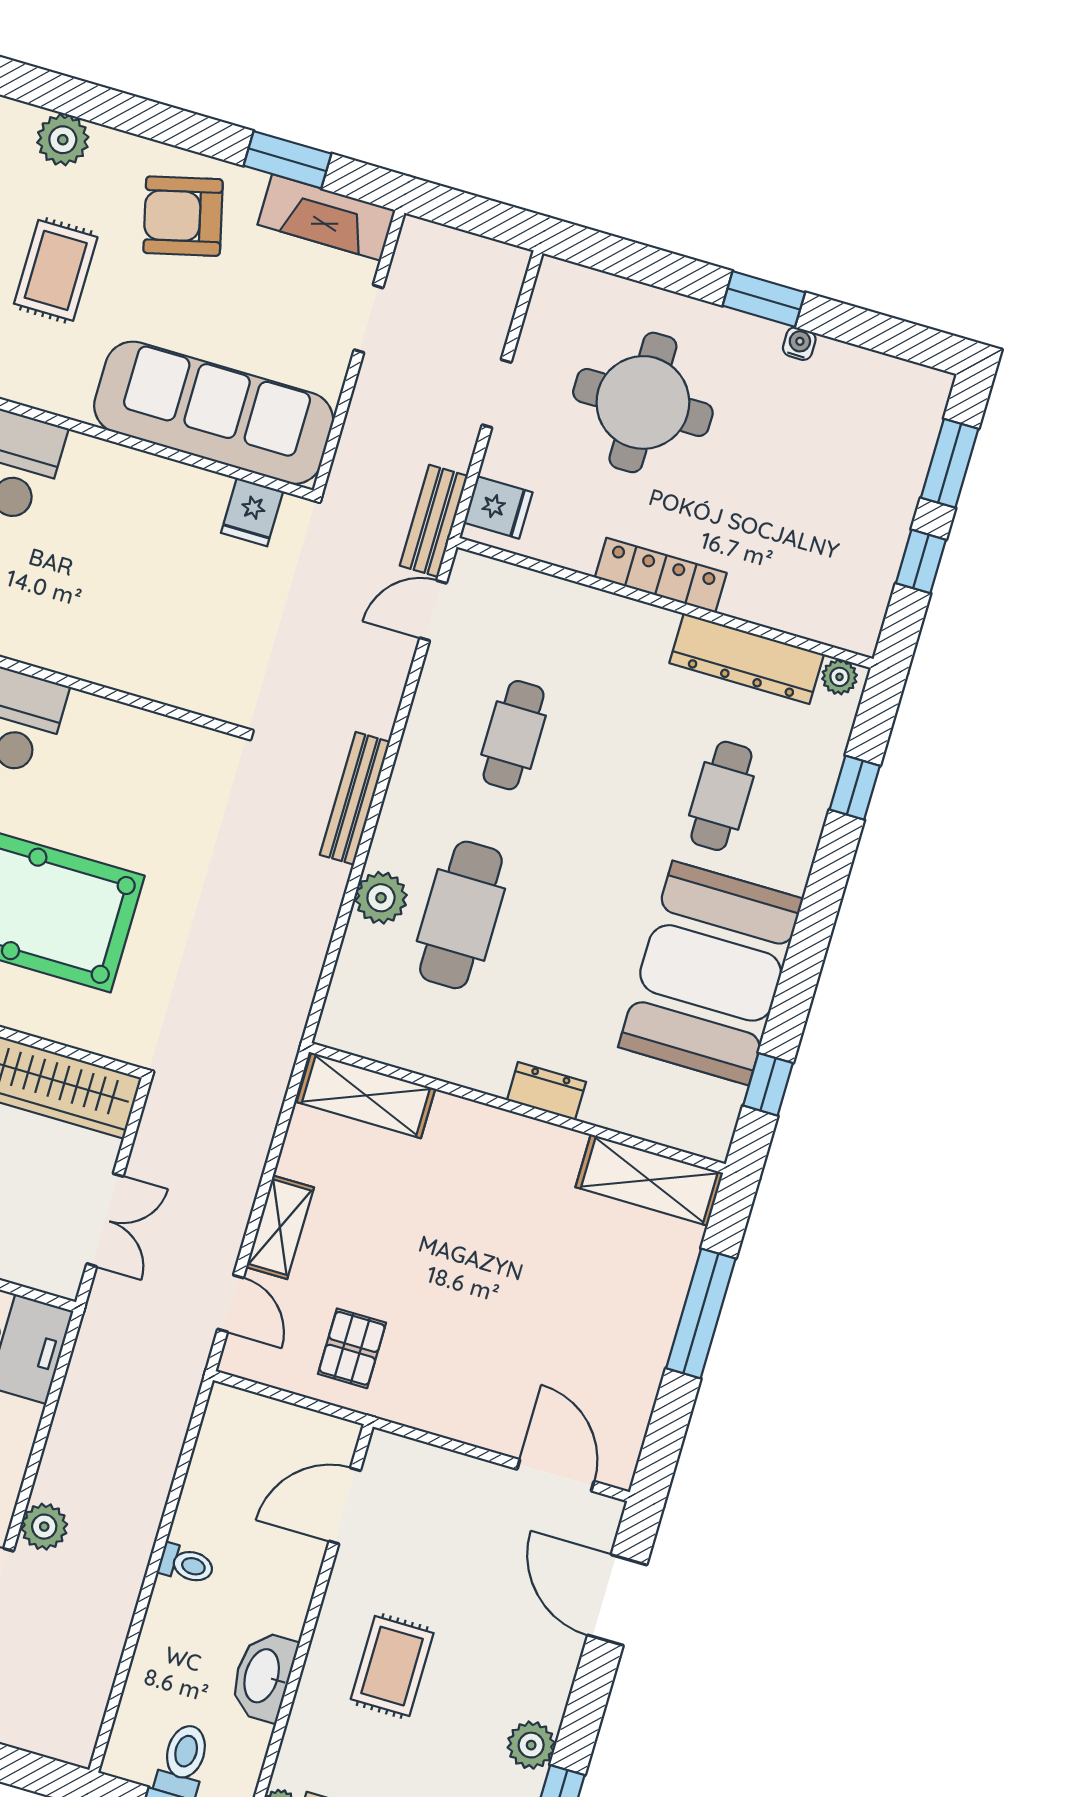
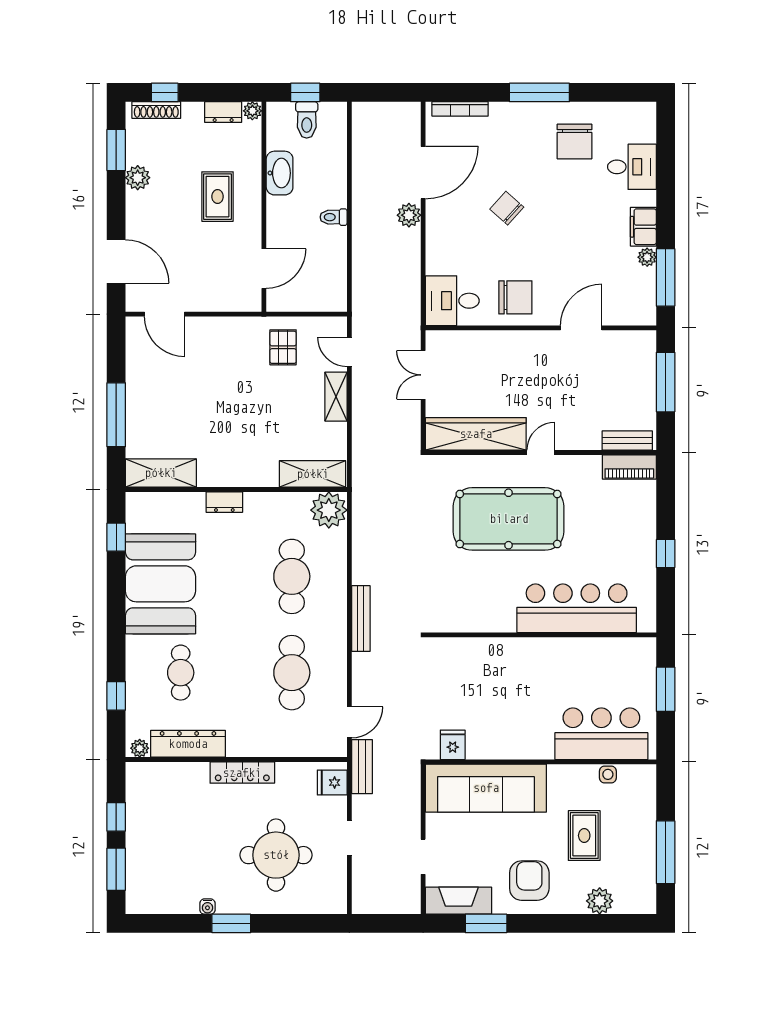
armchair: (183, 216) -> (529, 881), turned -76
cafe table: (514, 735) -> (292, 673), width x1.37, depth x1.35
plant: (381, 898) -> (329, 510), moved, width x1.36, depth x1.36

